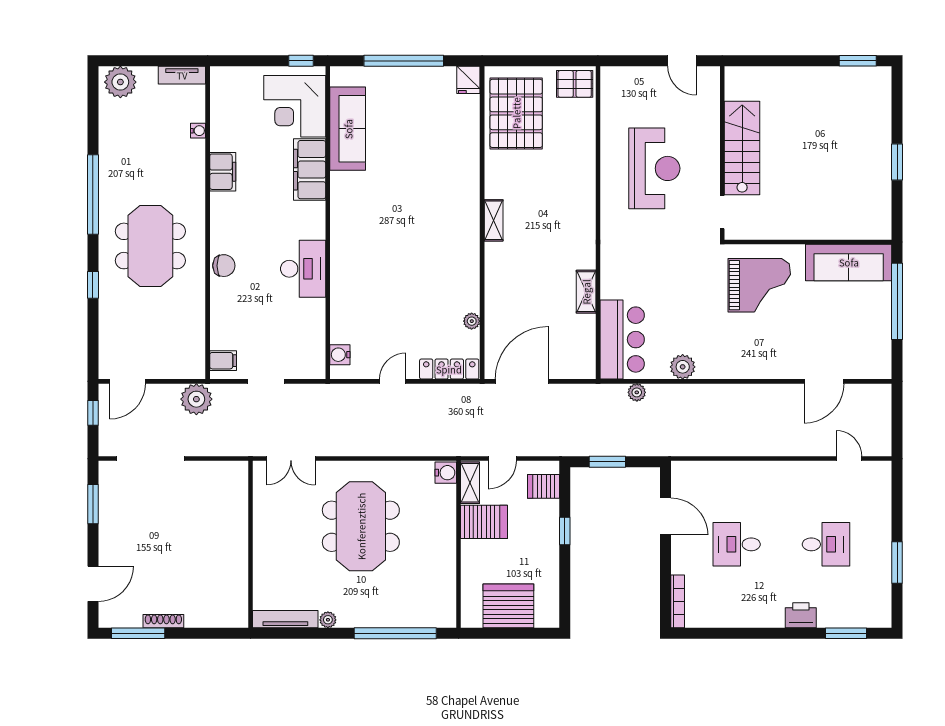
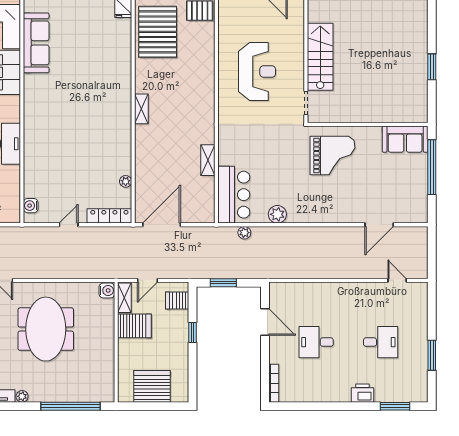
sofa: (849, 262) -> (405, 139), width x0.73

